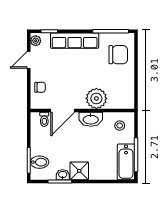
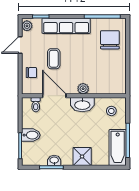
chair: (118, 55) -> (110, 40), turned -90
coffee table: (62, 74) -> (54, 59), added
plant: (96, 98) -> (83, 89), width x0.53, depth x0.53
door: (63, 110) -> (54, 96), swing flipped
bidet: (40, 162) -> (31, 135), moved
shower: (79, 171) -> (82, 157), moved

